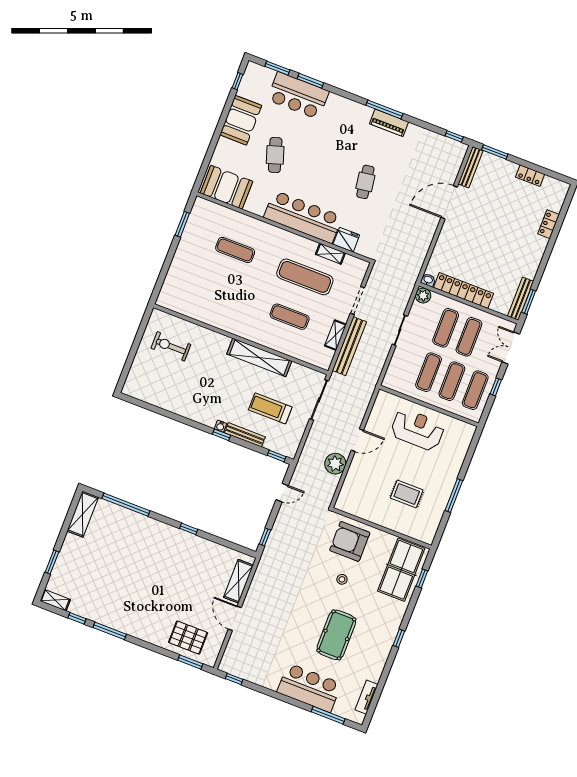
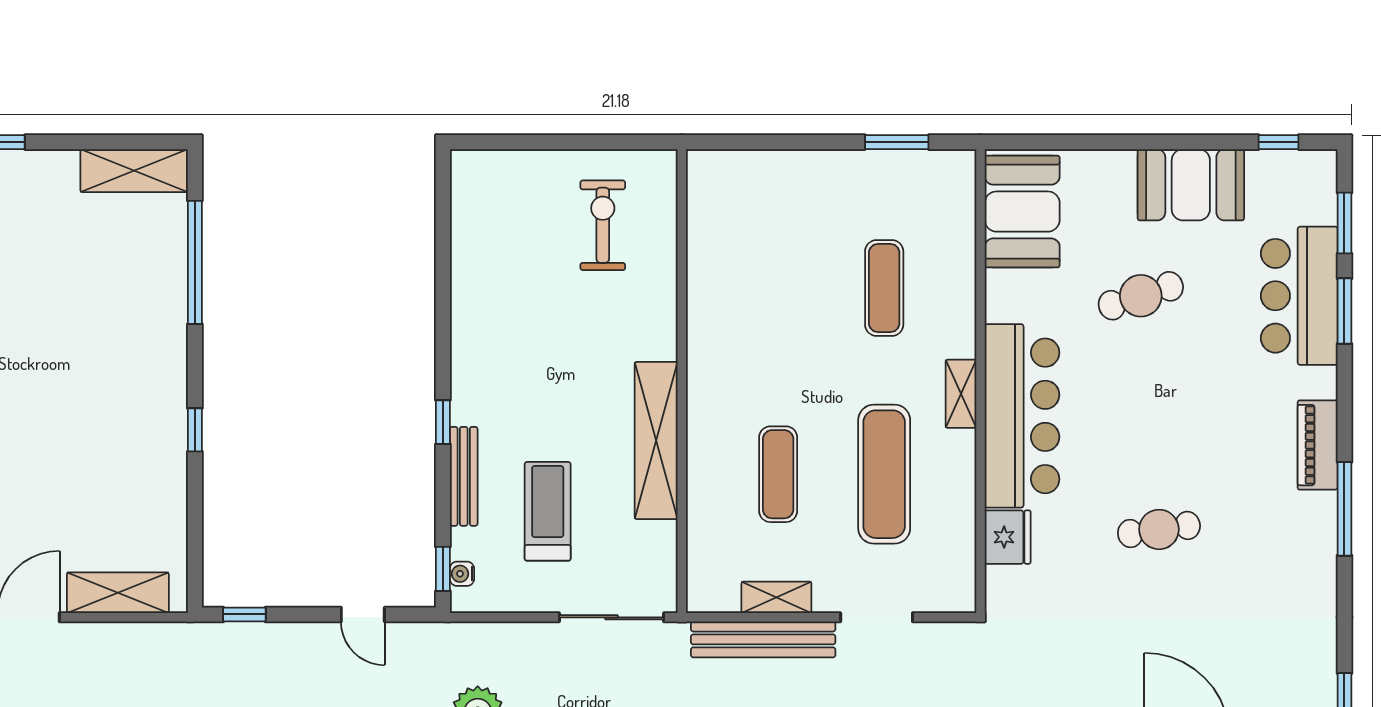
piano: (389, 123) -> (1318, 445), moved
shelving: (330, 254) -> (961, 394), moved
water cooler: (220, 426) -> (462, 574), moved

